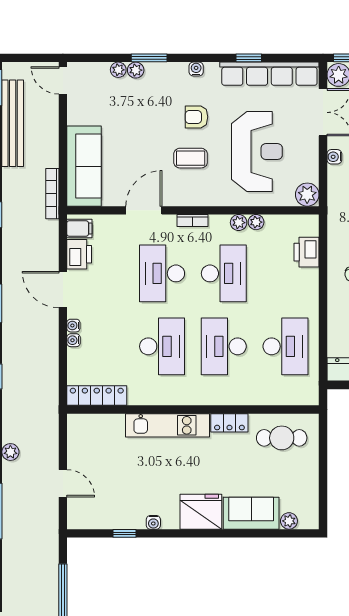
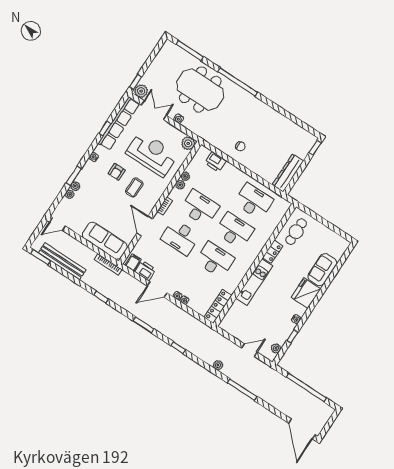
desk: (224, 346) -> (234, 231), turned 180
plant: (289, 521) -> (276, 348), moved

